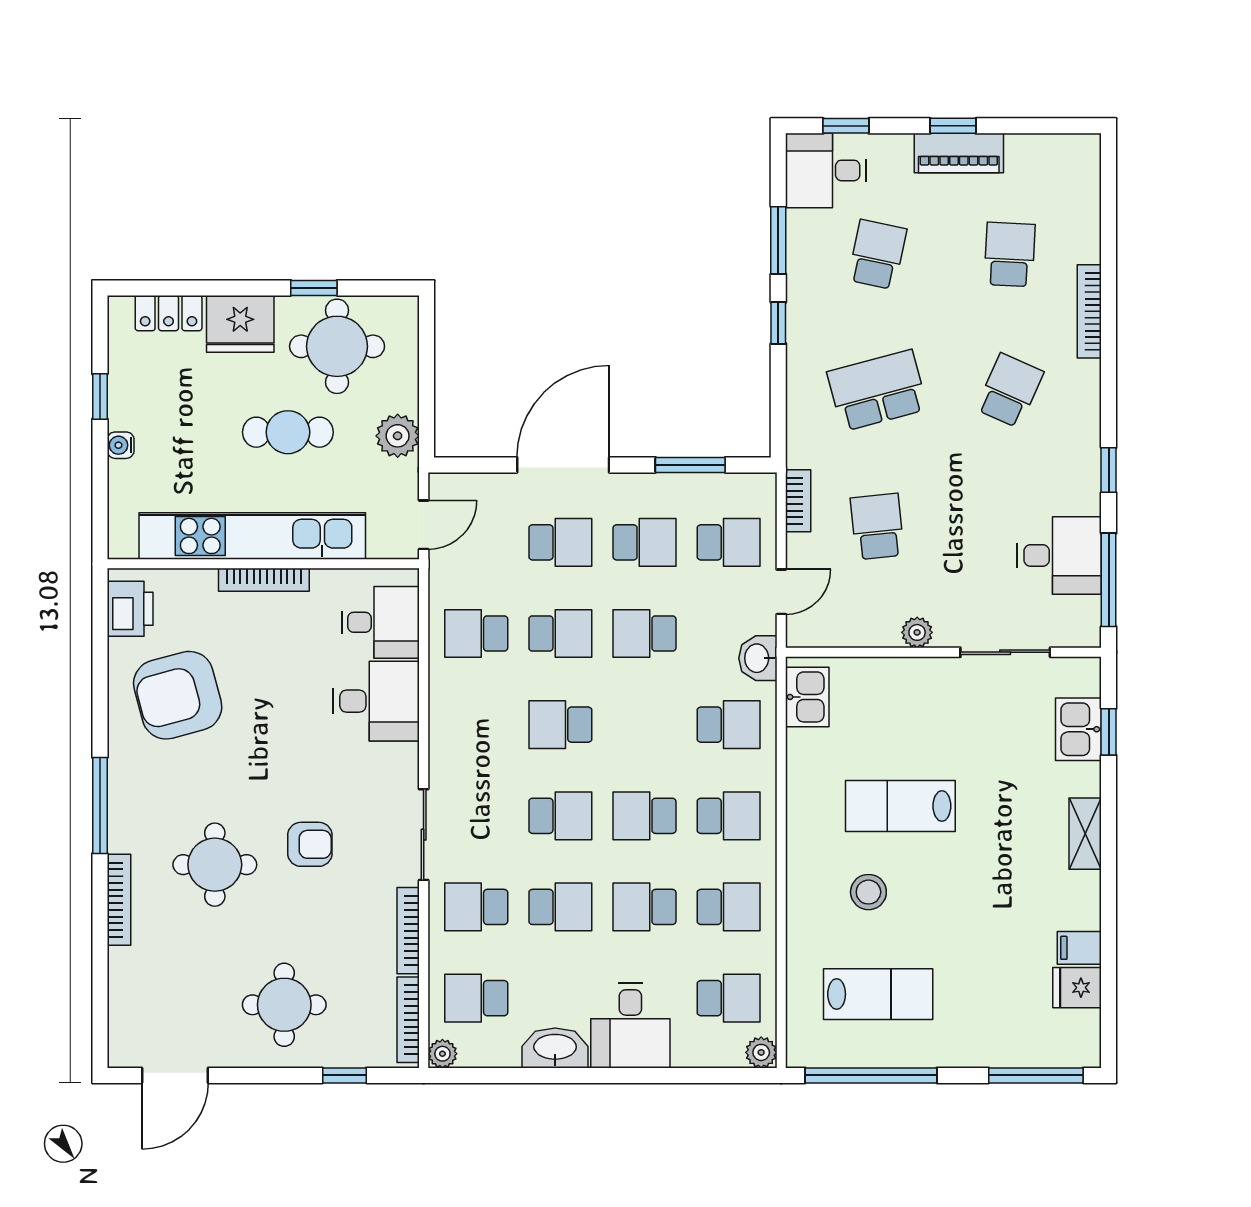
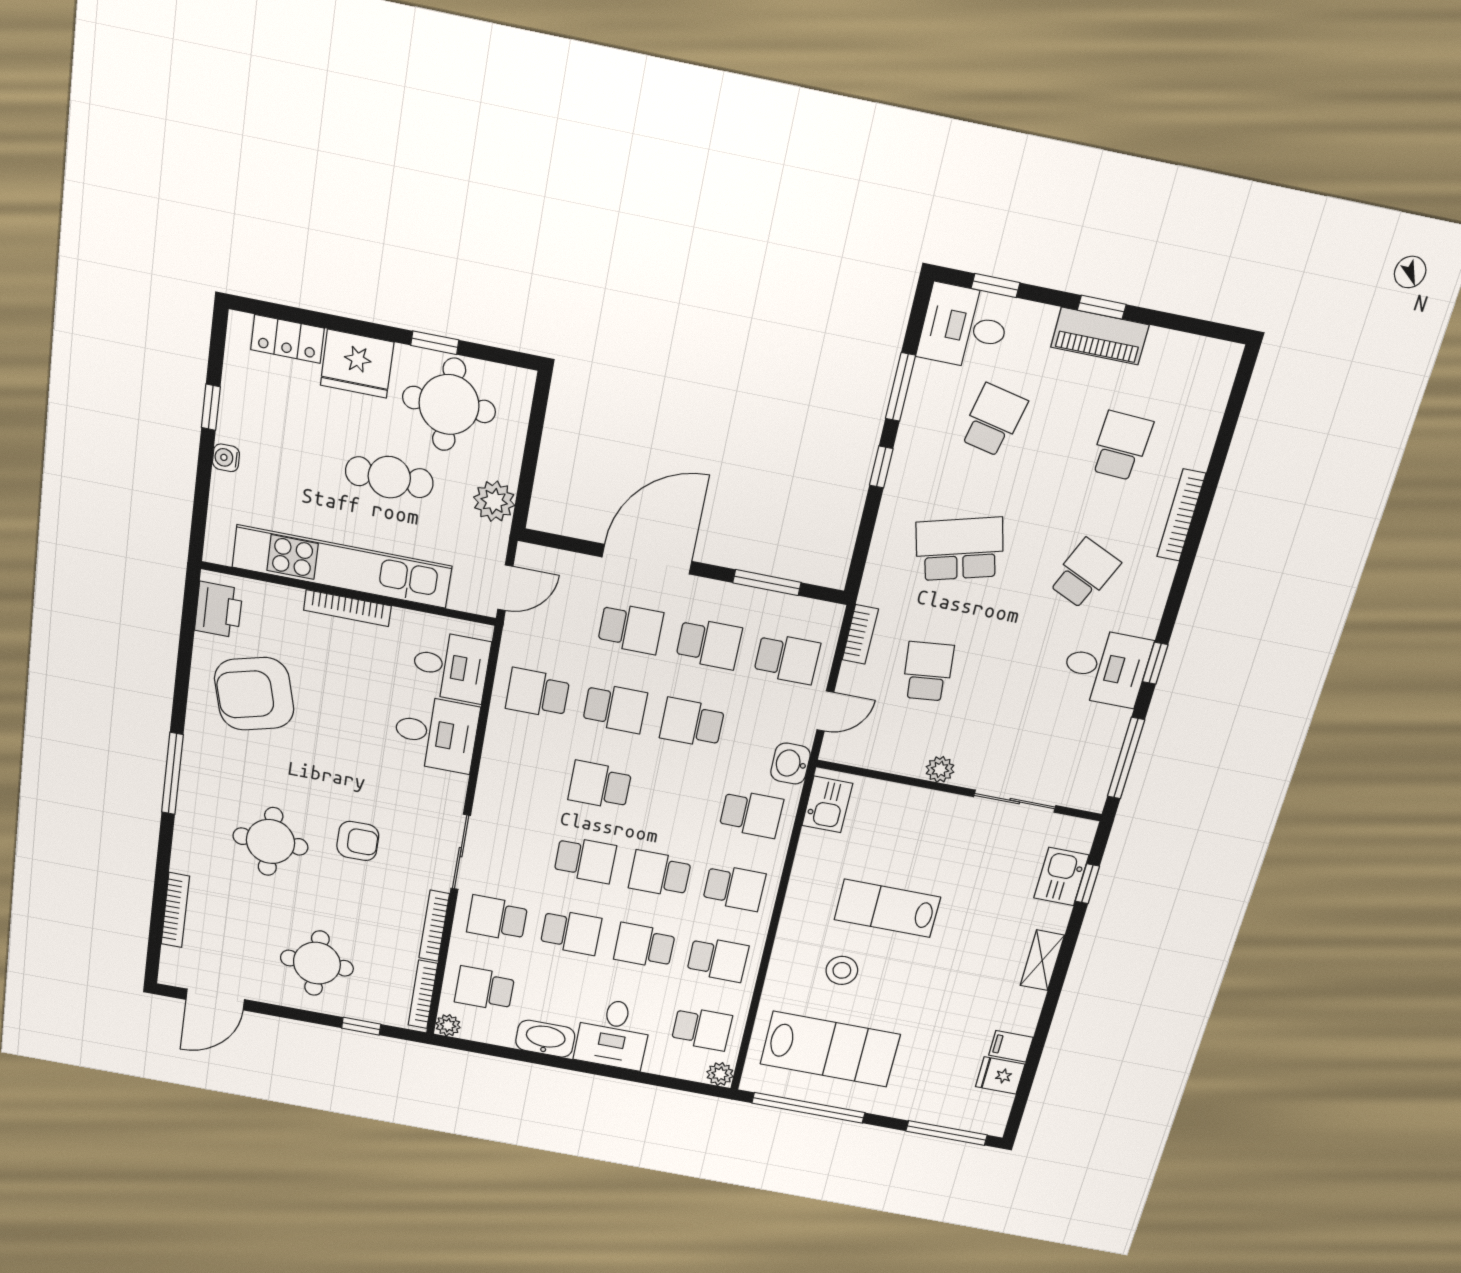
desk: (1059, 556) -> (1106, 668), moved
bookcase: (119, 900) -> (175, 910), moved
lab bench: (878, 994) -> (830, 1049), width x1.36, depth x1.39

